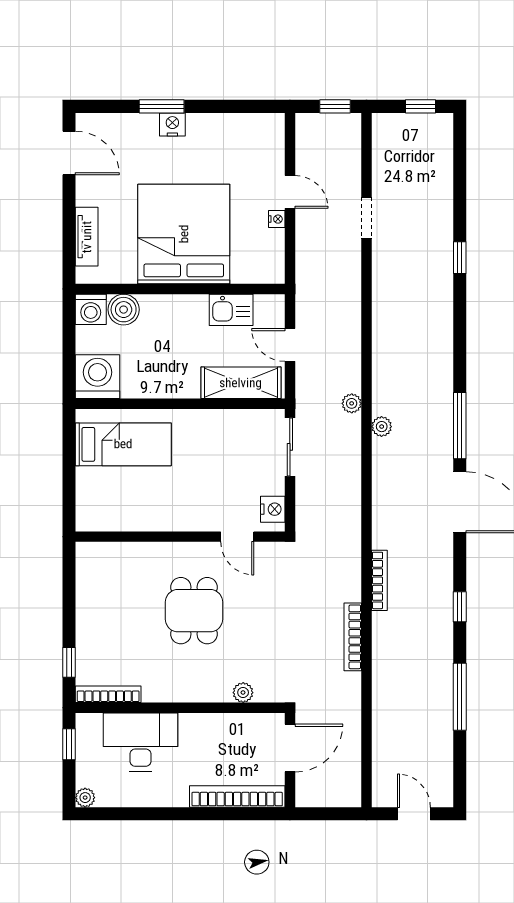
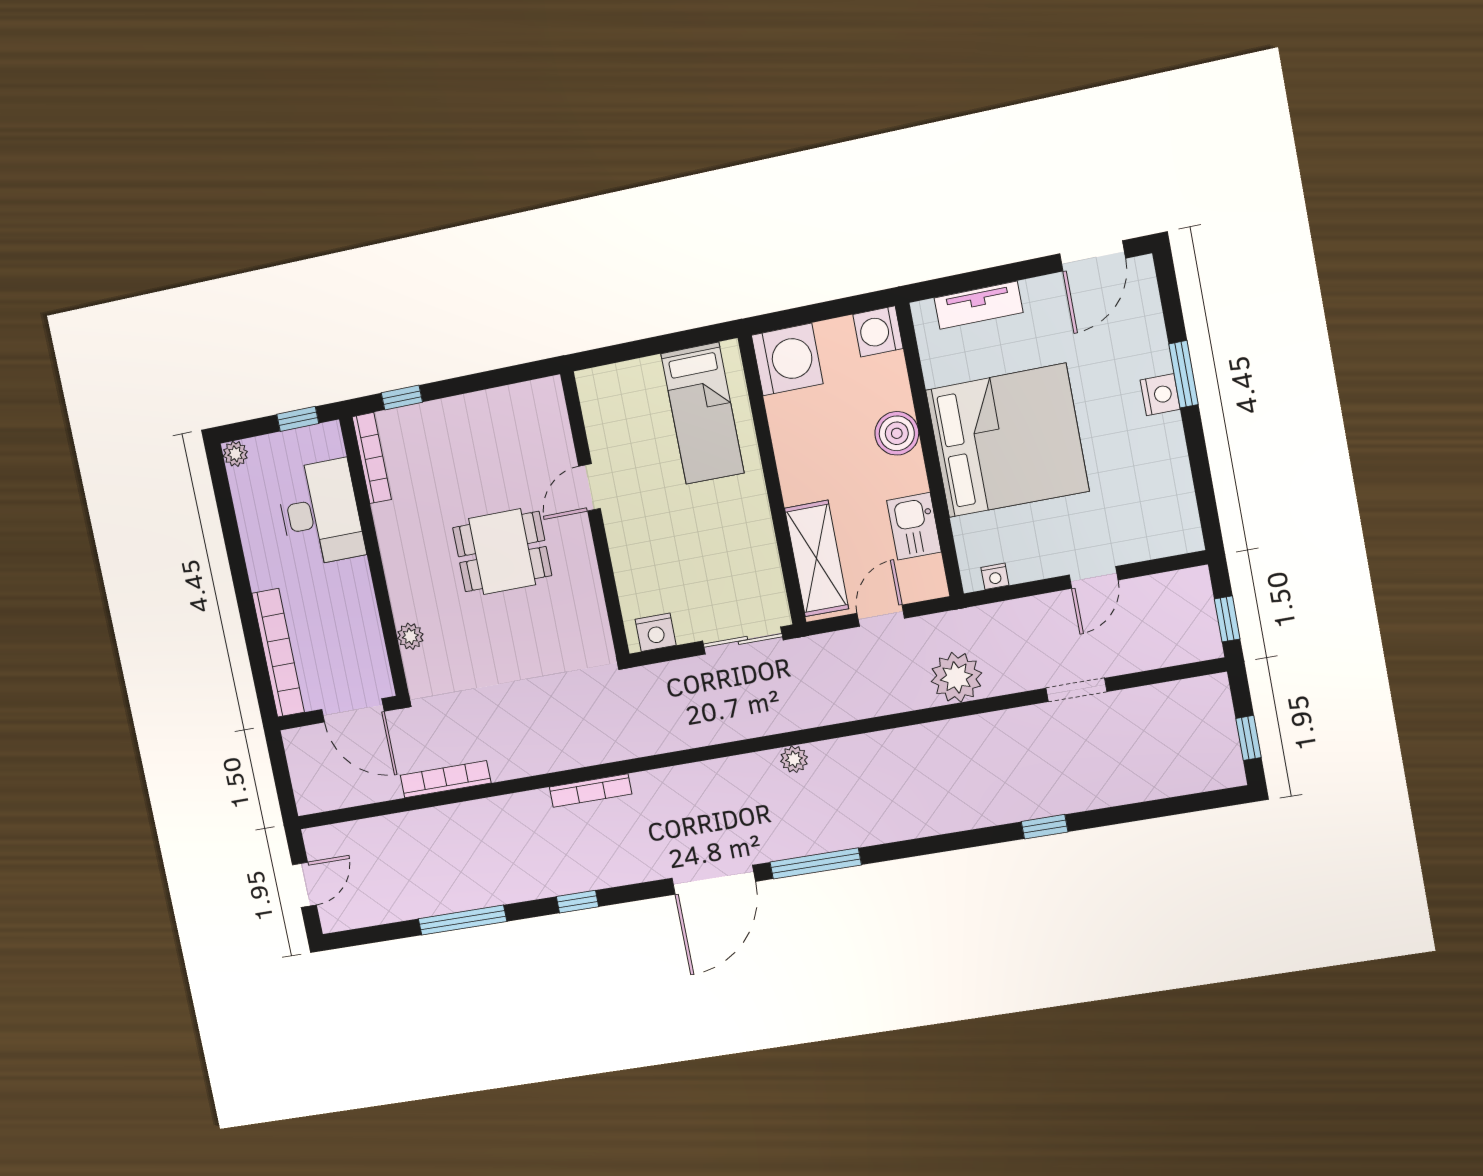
nightstand: (277, 219) -> (995, 576), moved
boiler: (124, 310) -> (897, 433), moved
plant: (352, 403) -> (956, 677), moved, width x1.88, depth x1.88
door: (237, 537) -> (590, 487), moved
bookcase: (353, 637) -> (446, 779), moved

